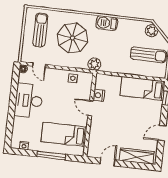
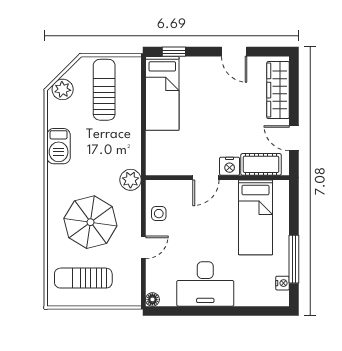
barbecue: (107, 23) -> (59, 146), moved
door: (39, 65) -> (143, 247), moved
nightstand: (99, 95) -> (230, 166), moved
cot: (95, 141) -> (261, 164), added
window: (51, 156) -> (294, 259), moved

